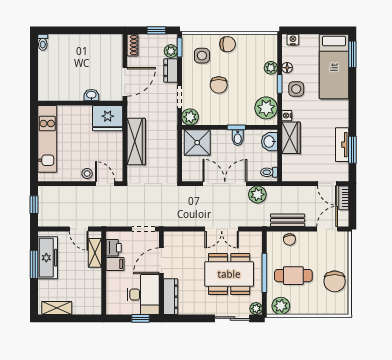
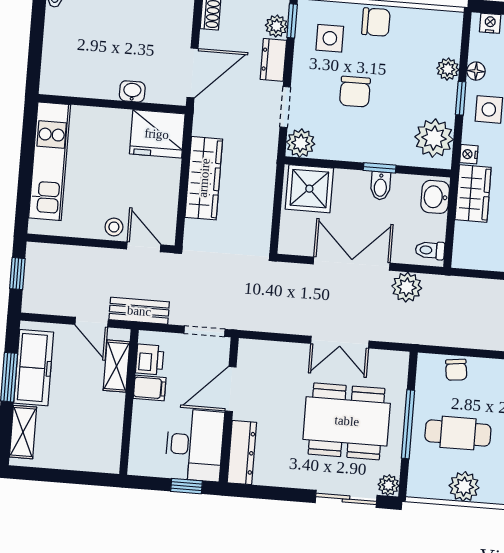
bench: (288, 220) -> (139, 311), moved
plant: (281, 306) -> (464, 487), moved
shelving: (57, 308) -> (23, 432), moved, turned 90

